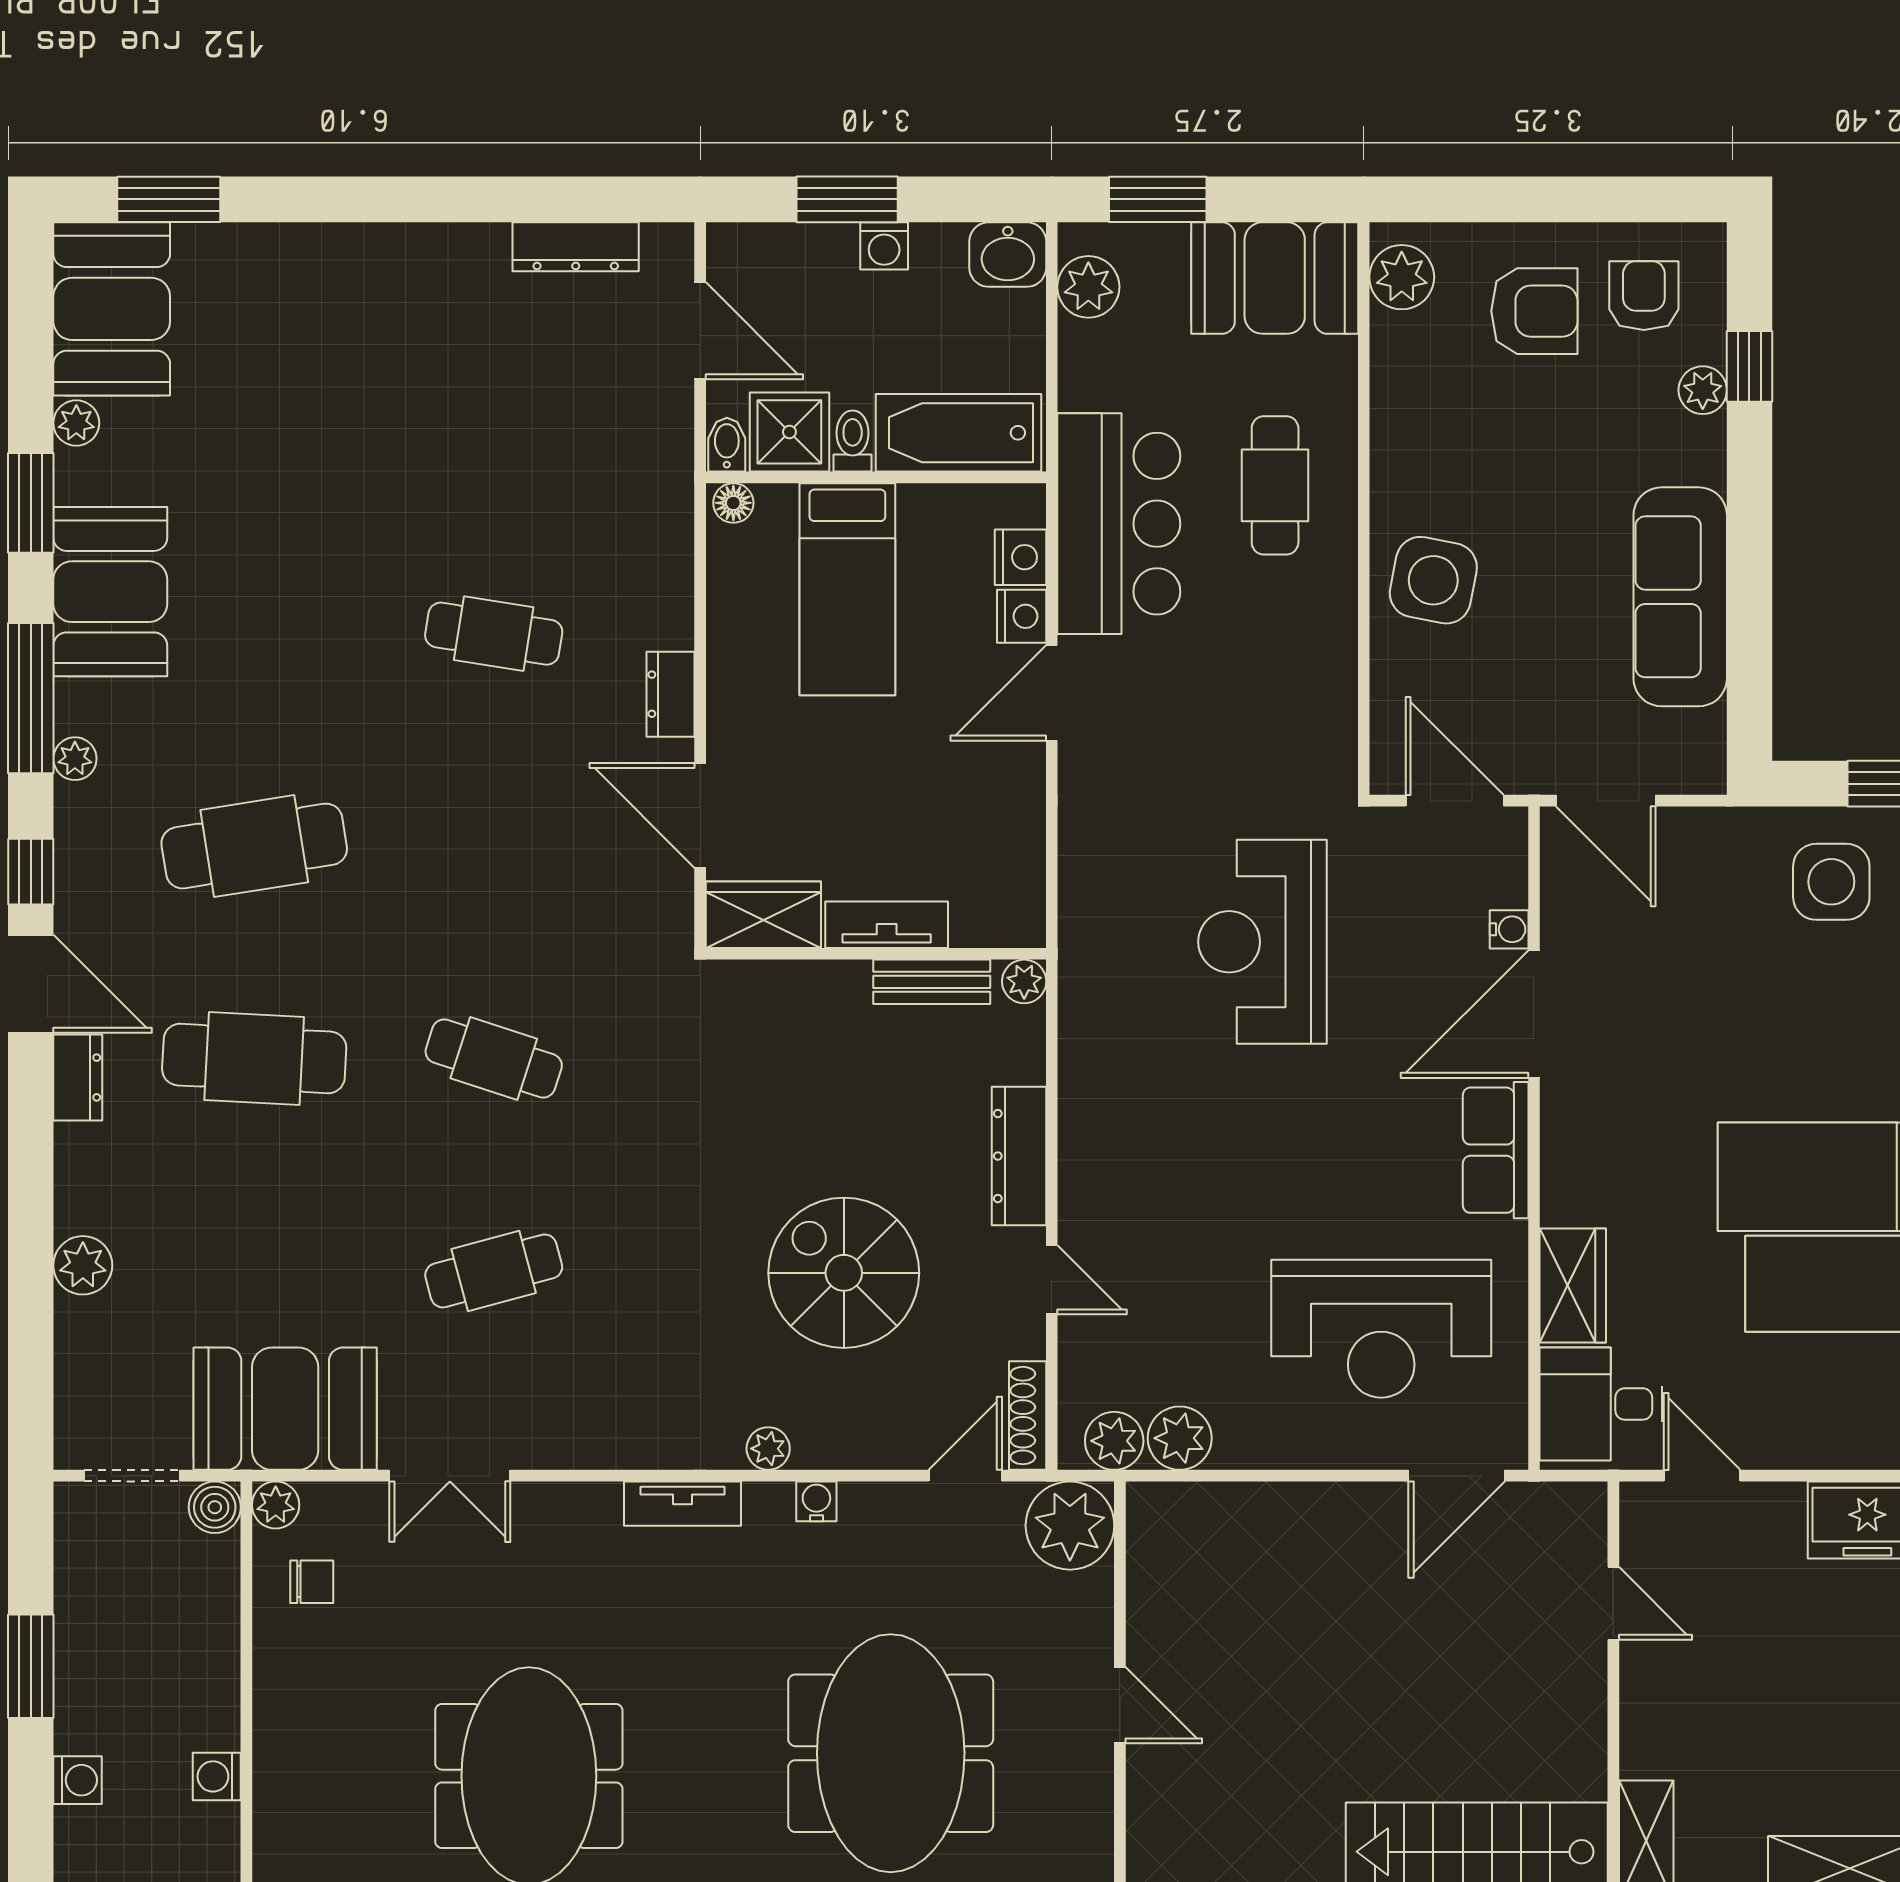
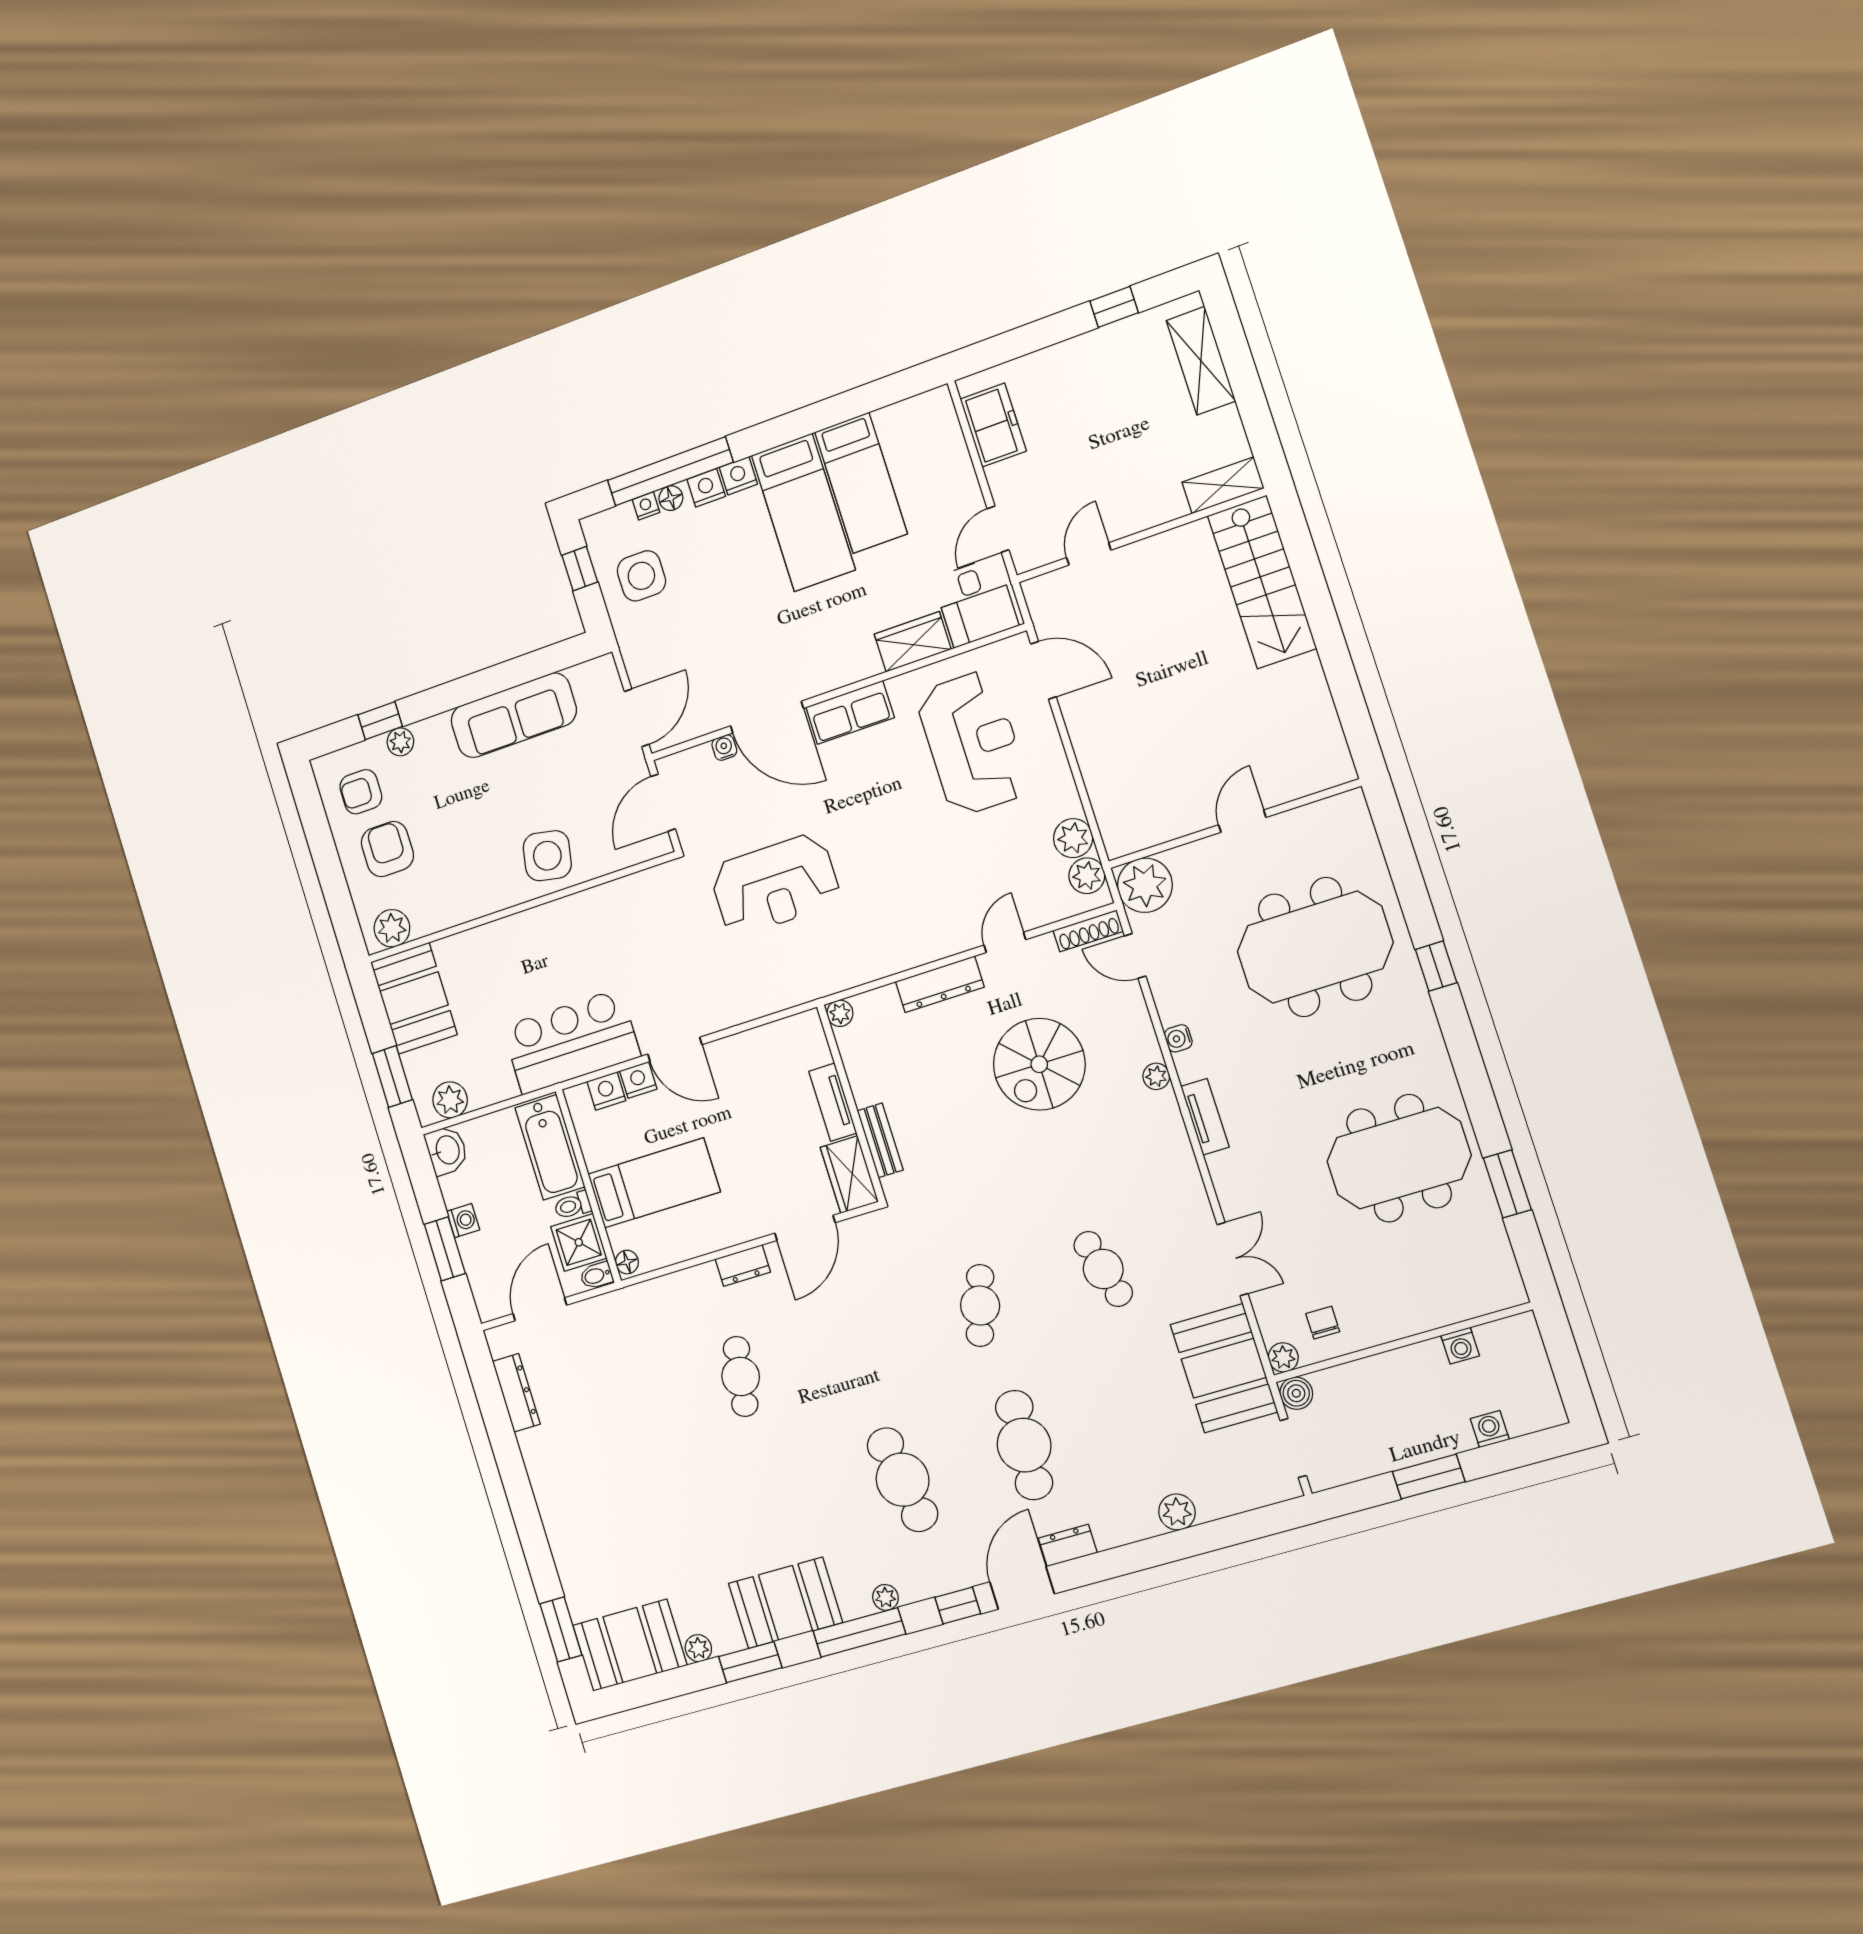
cafe table: (1275, 485) -> (524, 961), removed
bench: (932, 982) -> (880, 1140), moved

